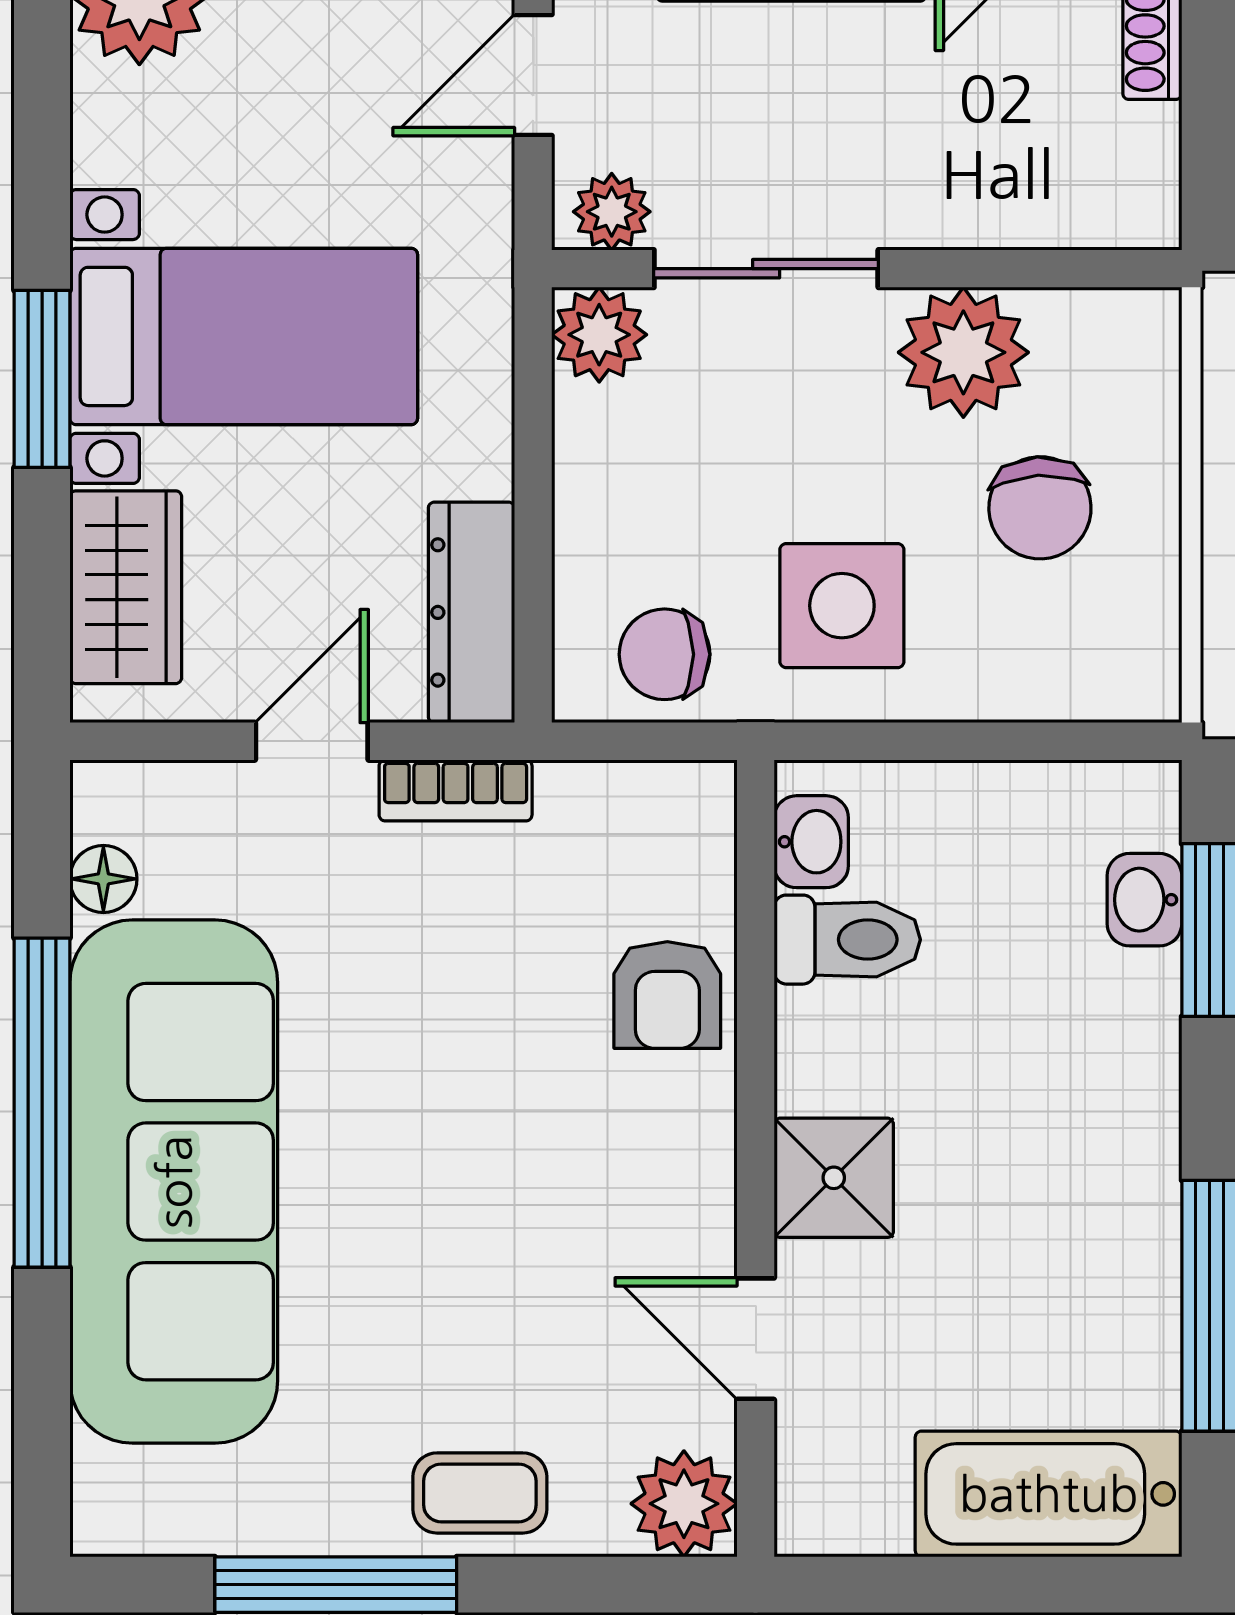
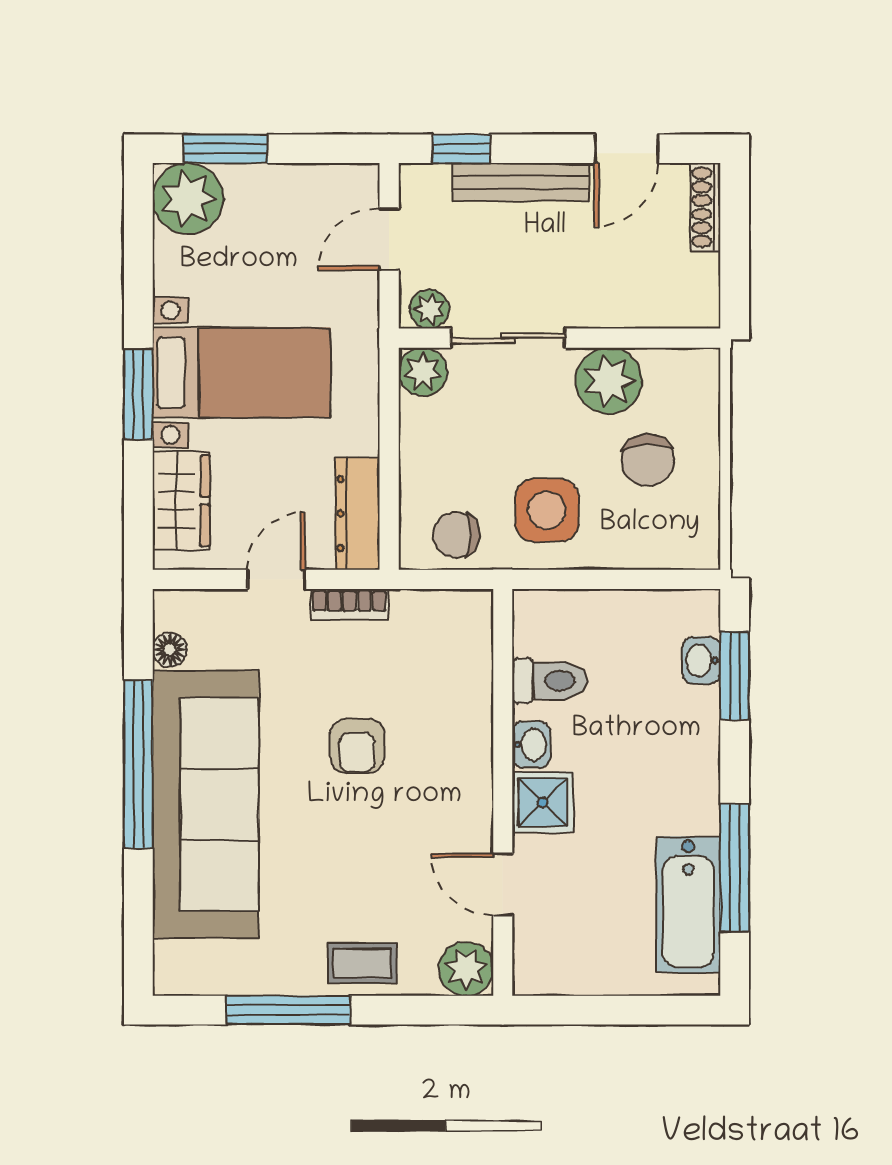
washbasin: (811, 842) -> (531, 745), moved
armchair: (667, 995) -> (357, 746), moved
bathtub: (1049, 1494) -> (688, 905), moved, turned -90

